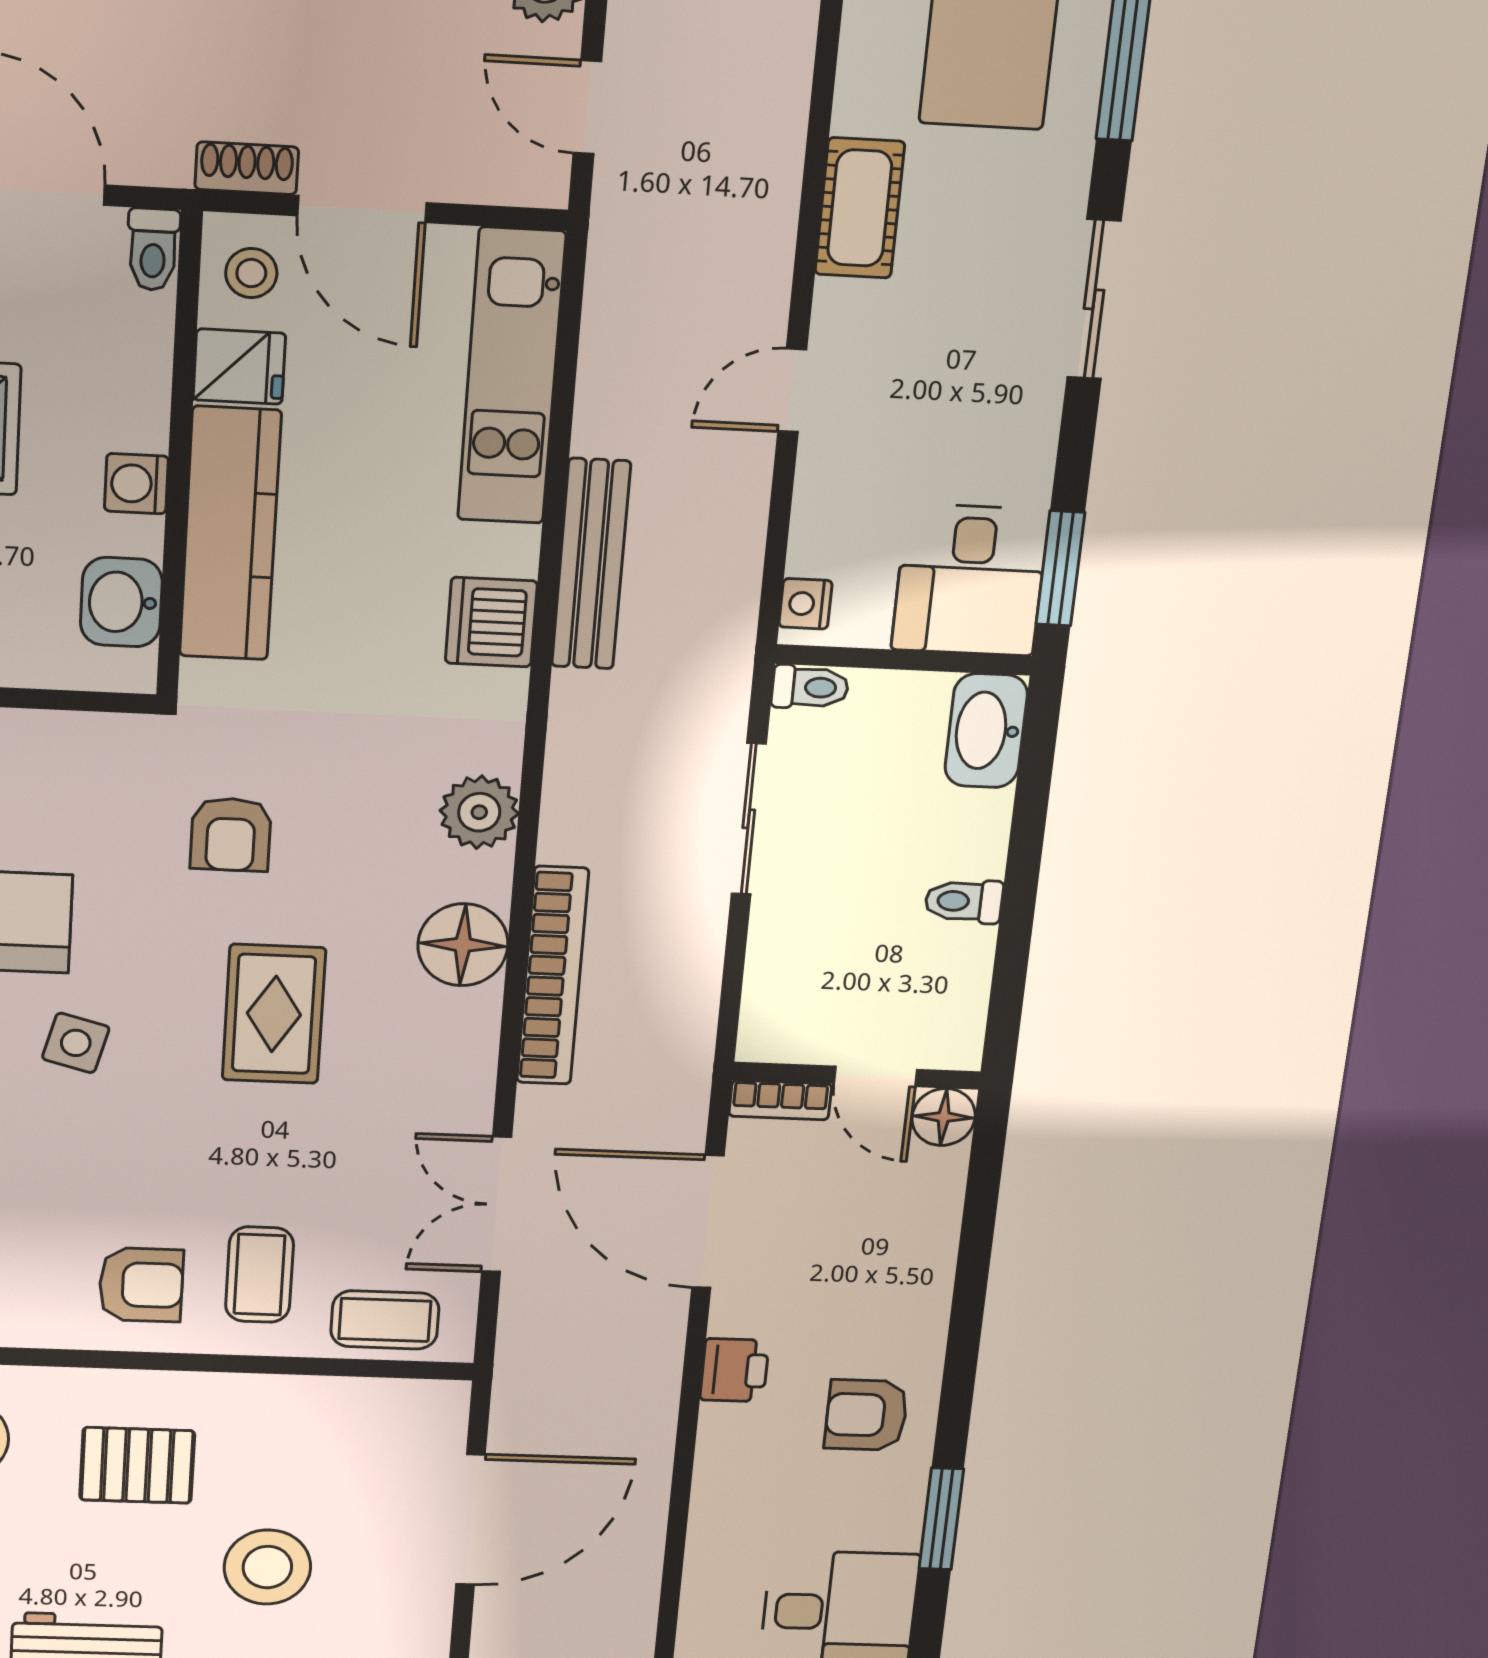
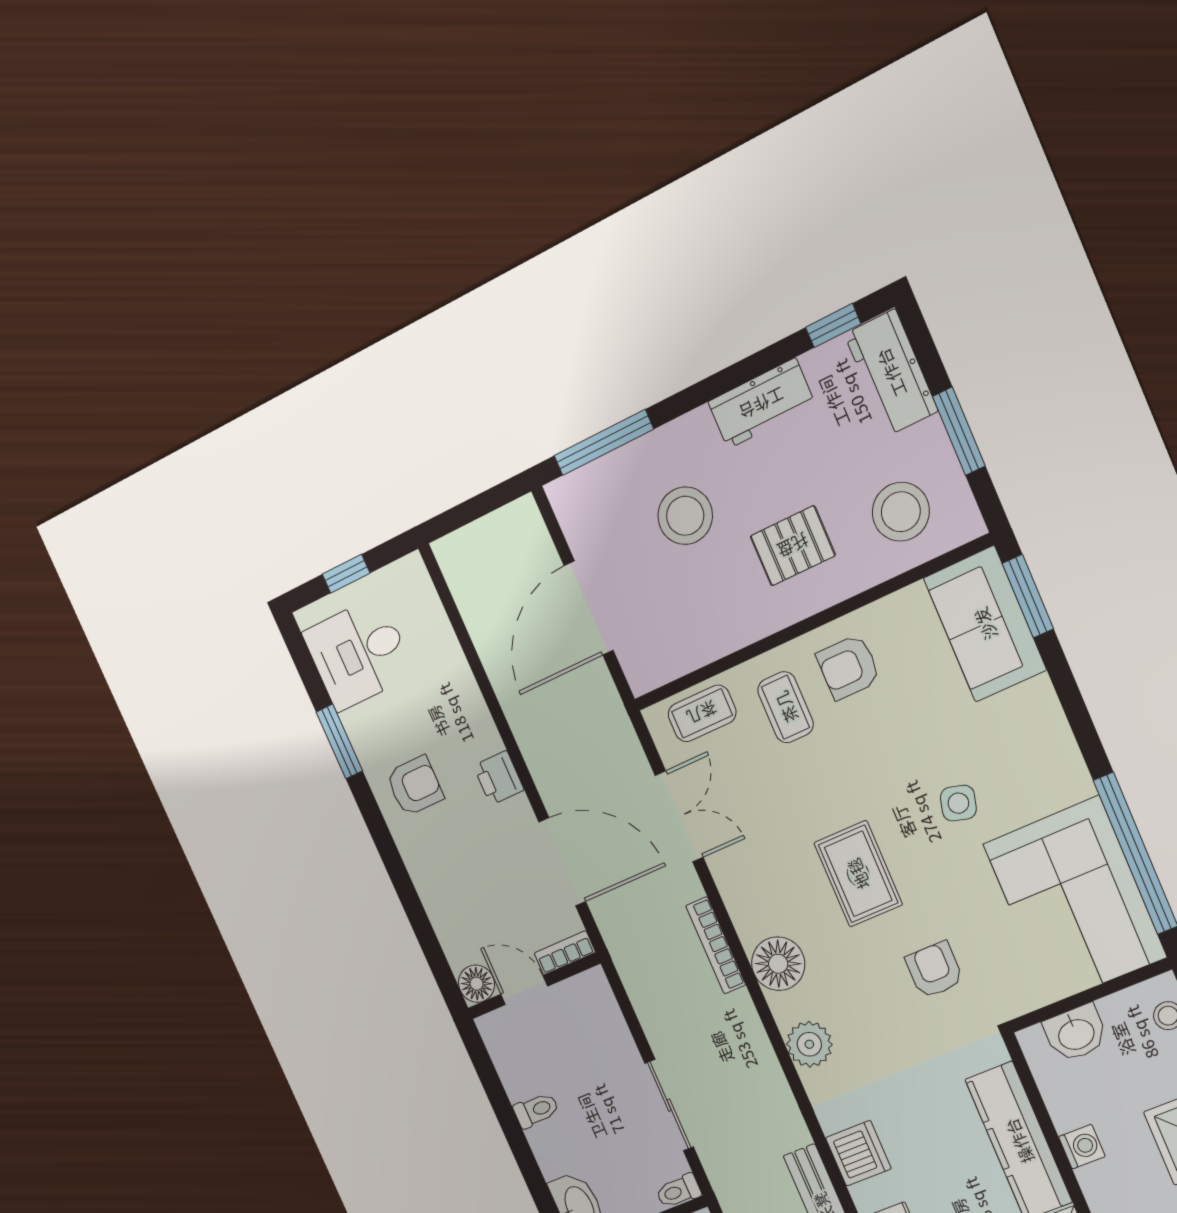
washbasin: (121, 602) -> (1076, 1033), moved, turned 90
bookcase: (553, 976) -> (716, 945), width x0.68, depth x0.76

